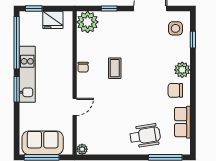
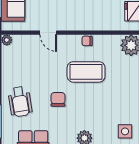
coffee table: (115, 68) -> (86, 72), width x1.86, depth x1.72
chair: (175, 90) -> (58, 99), moved

